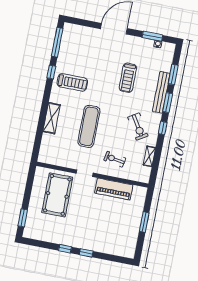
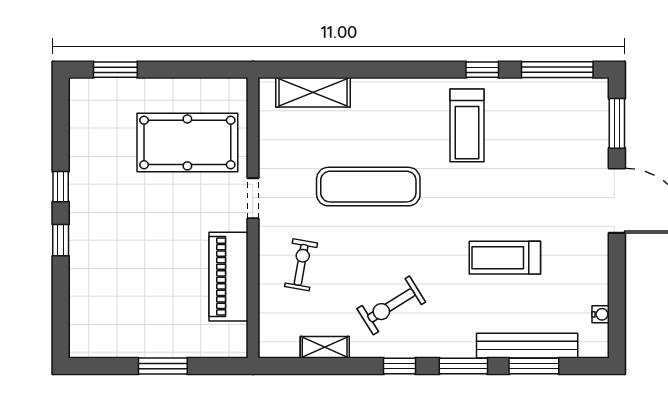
window: (152, 36) -> (617, 123), moved
bench: (161, 92) -> (527, 346), moved
shelving: (52, 118) -> (313, 92), moved

